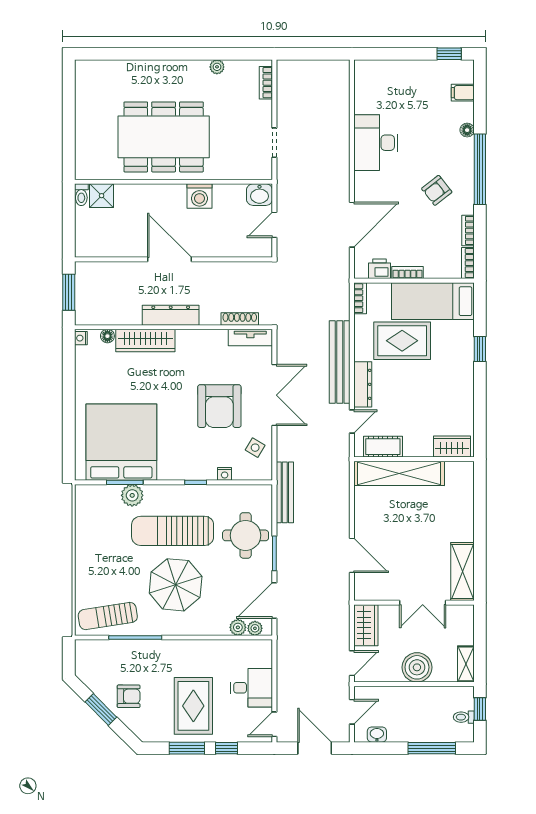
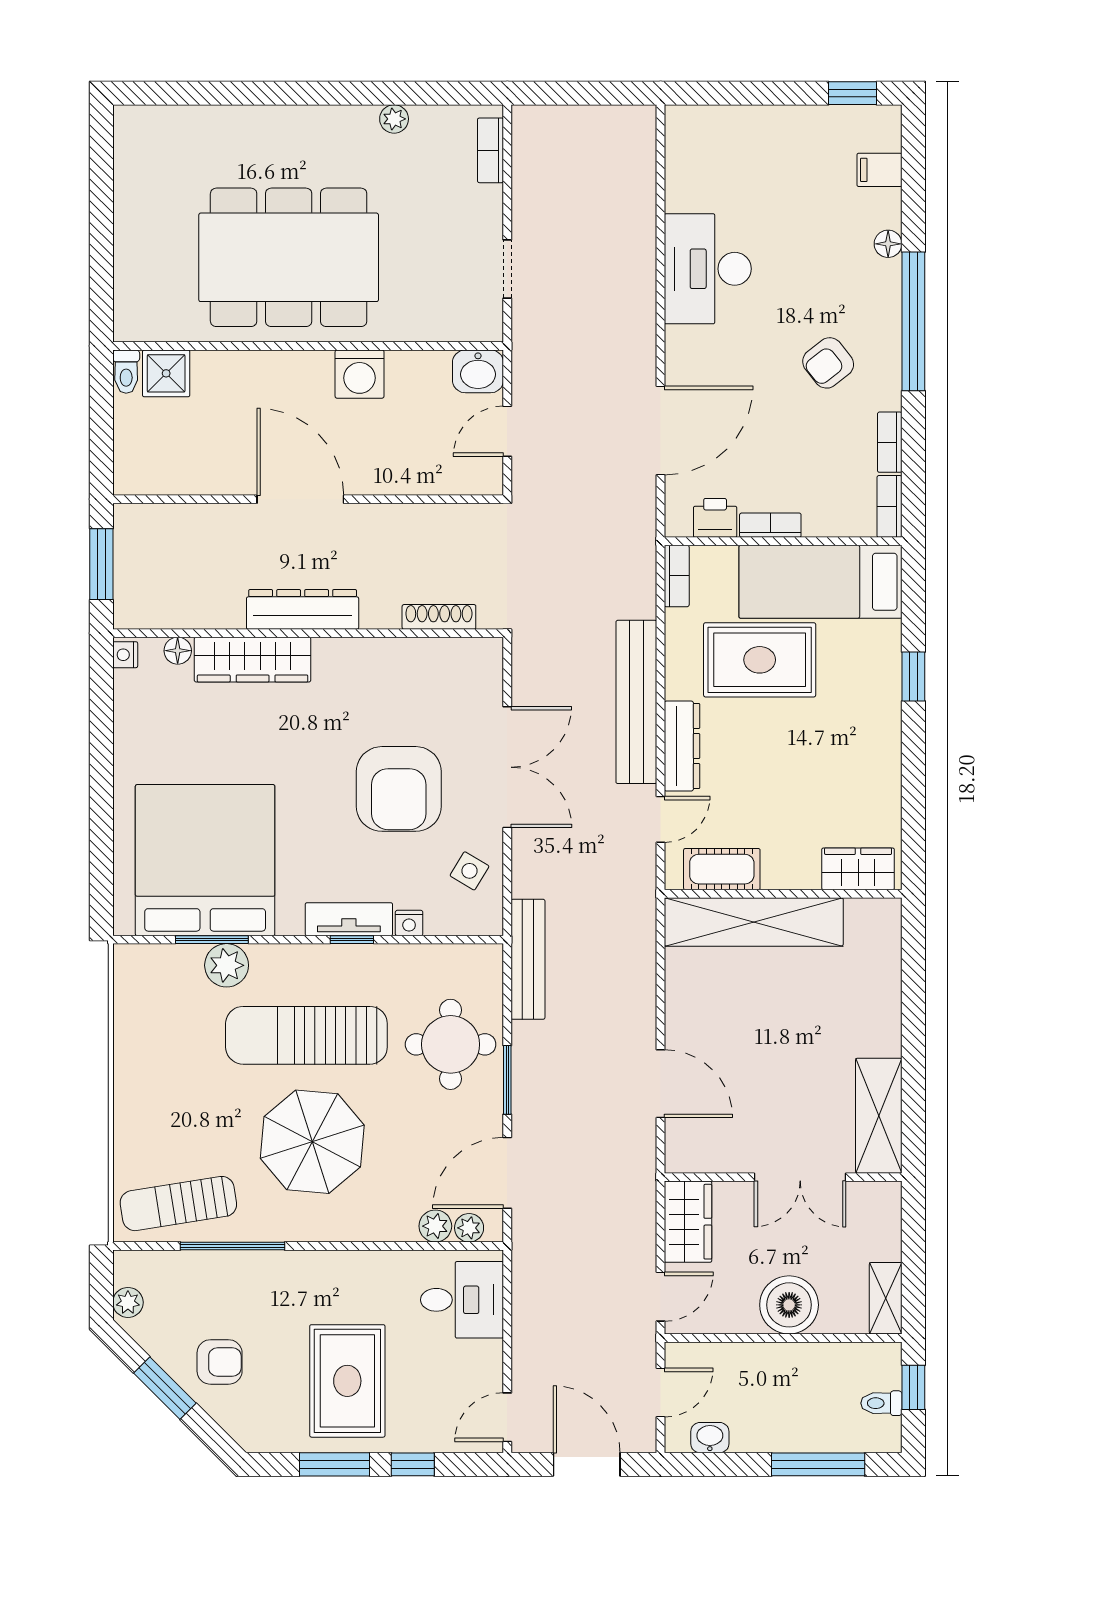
tv unit: (250, 338) -> (349, 919), moved, turned 180
plant: (82, 666) -> (128, 1302), added
desk: (251, 688) -> (462, 1300), moved

